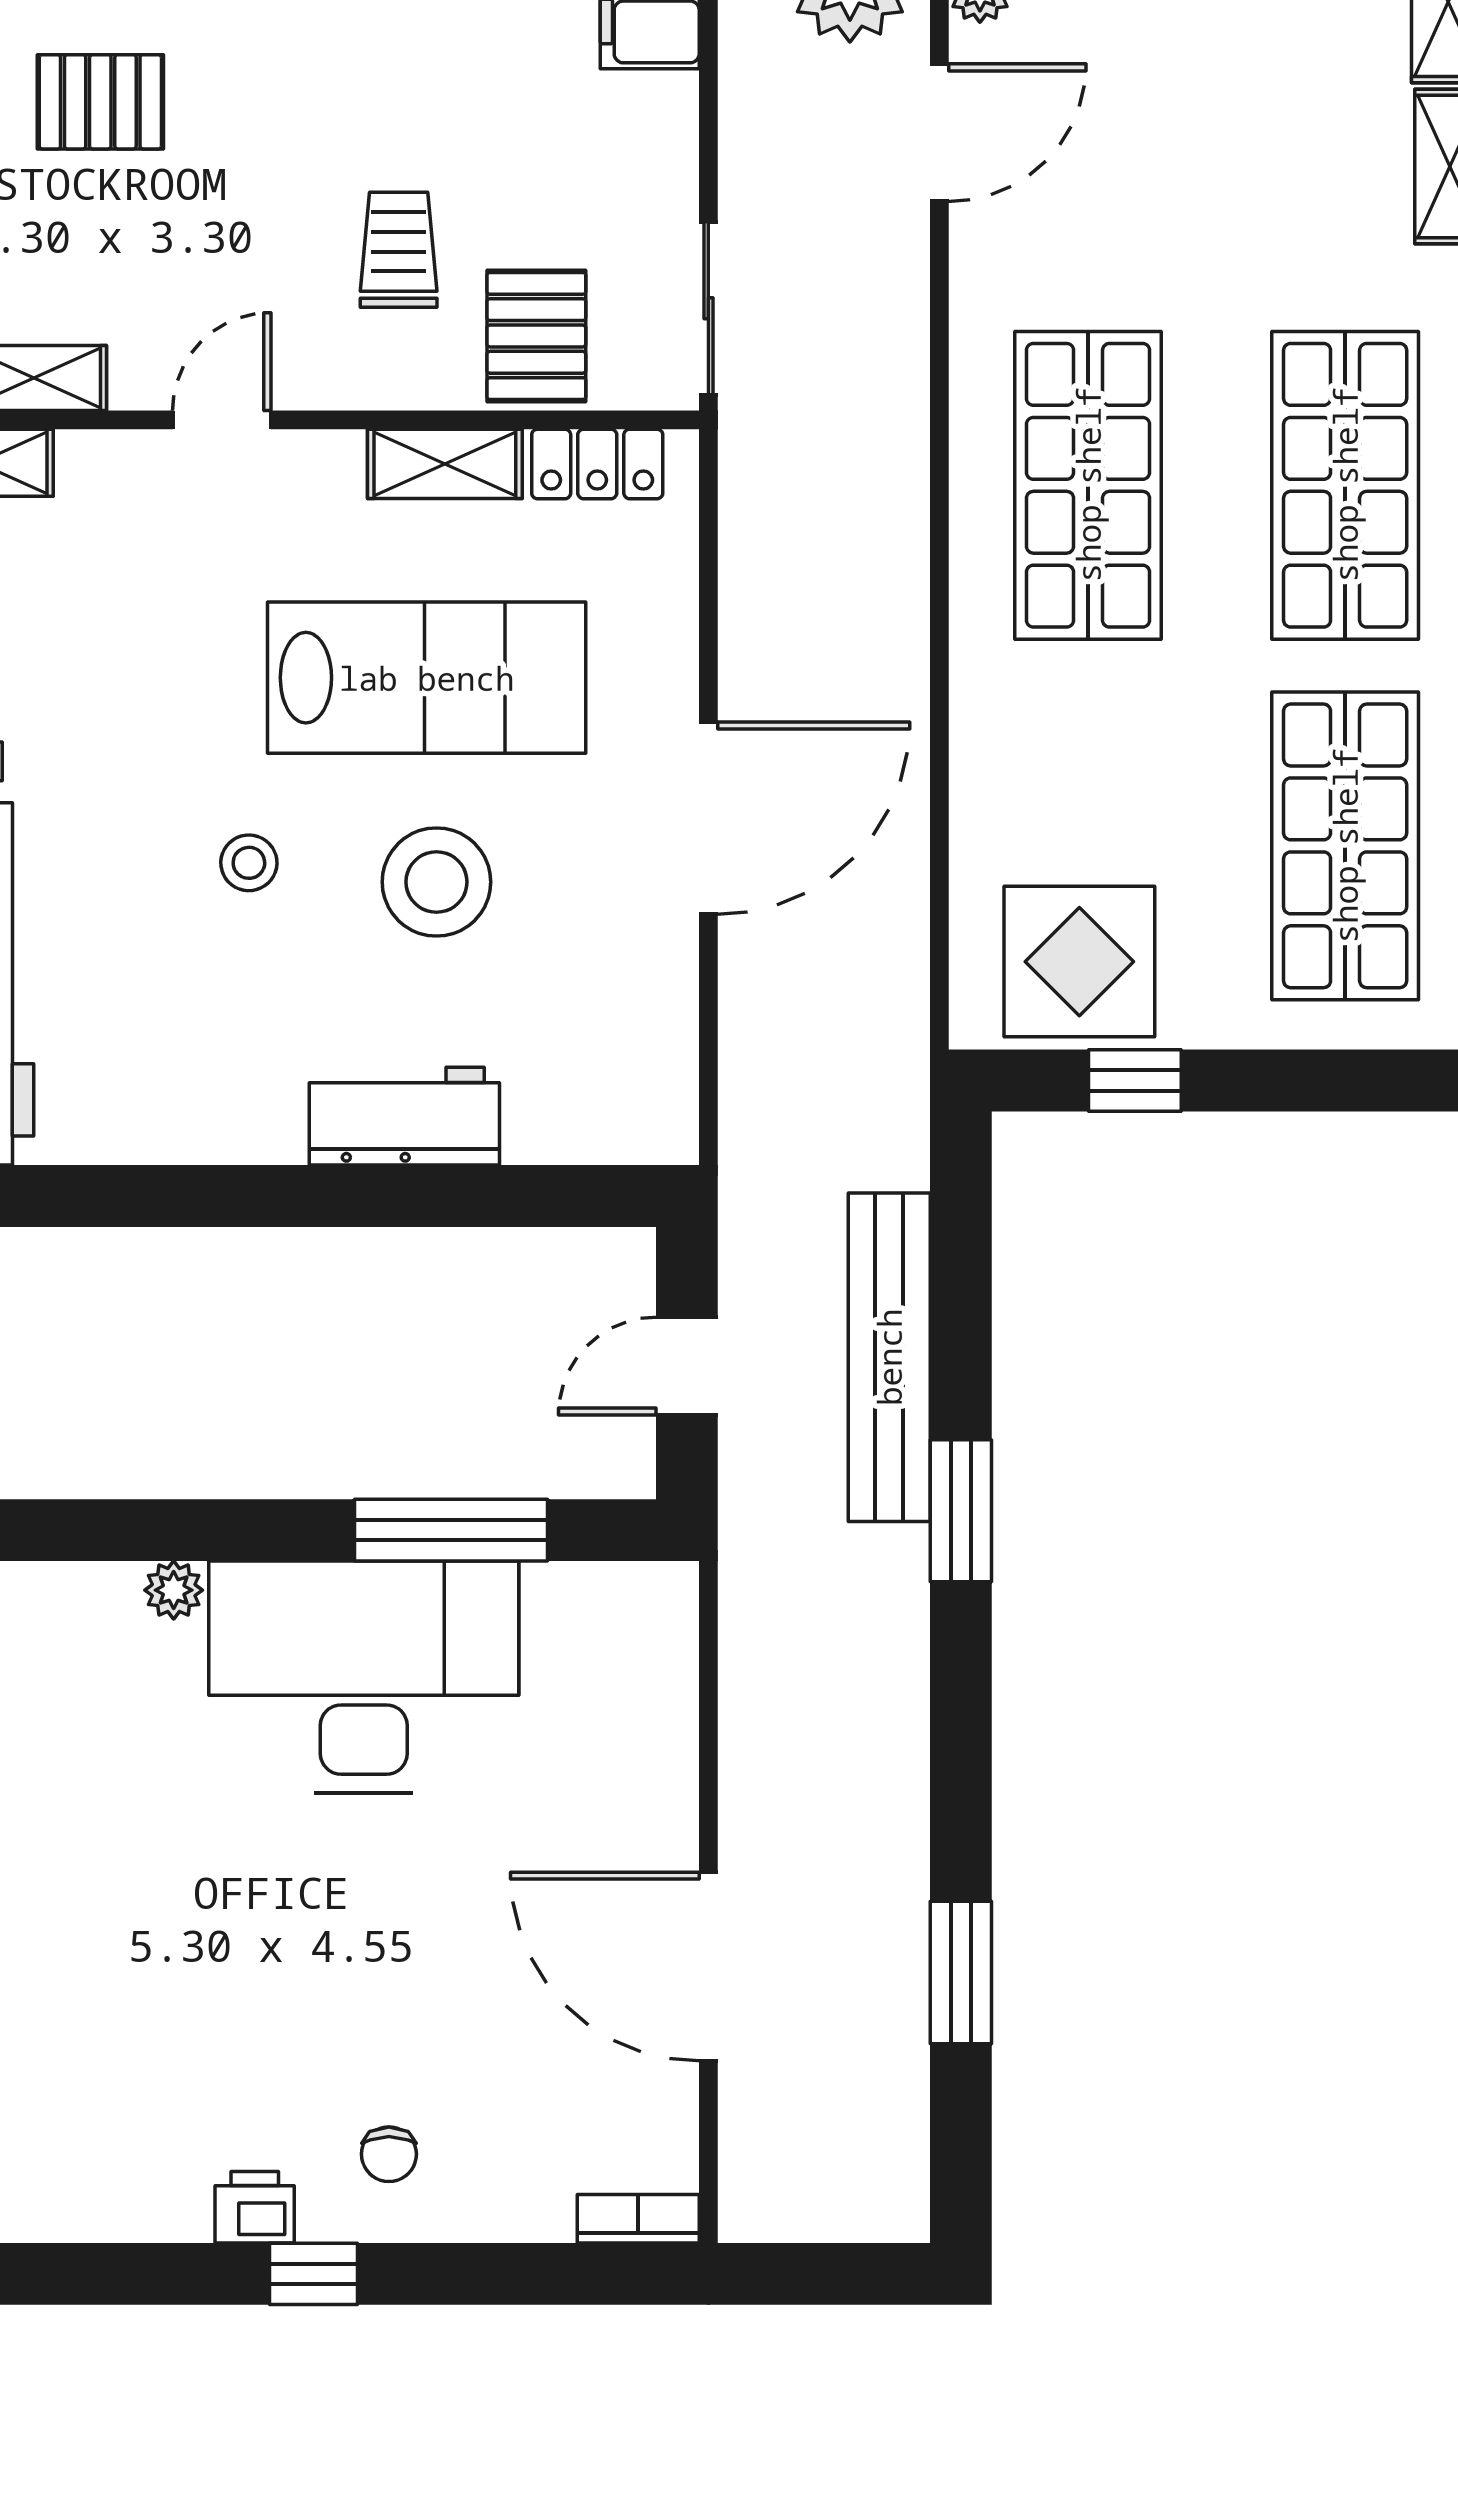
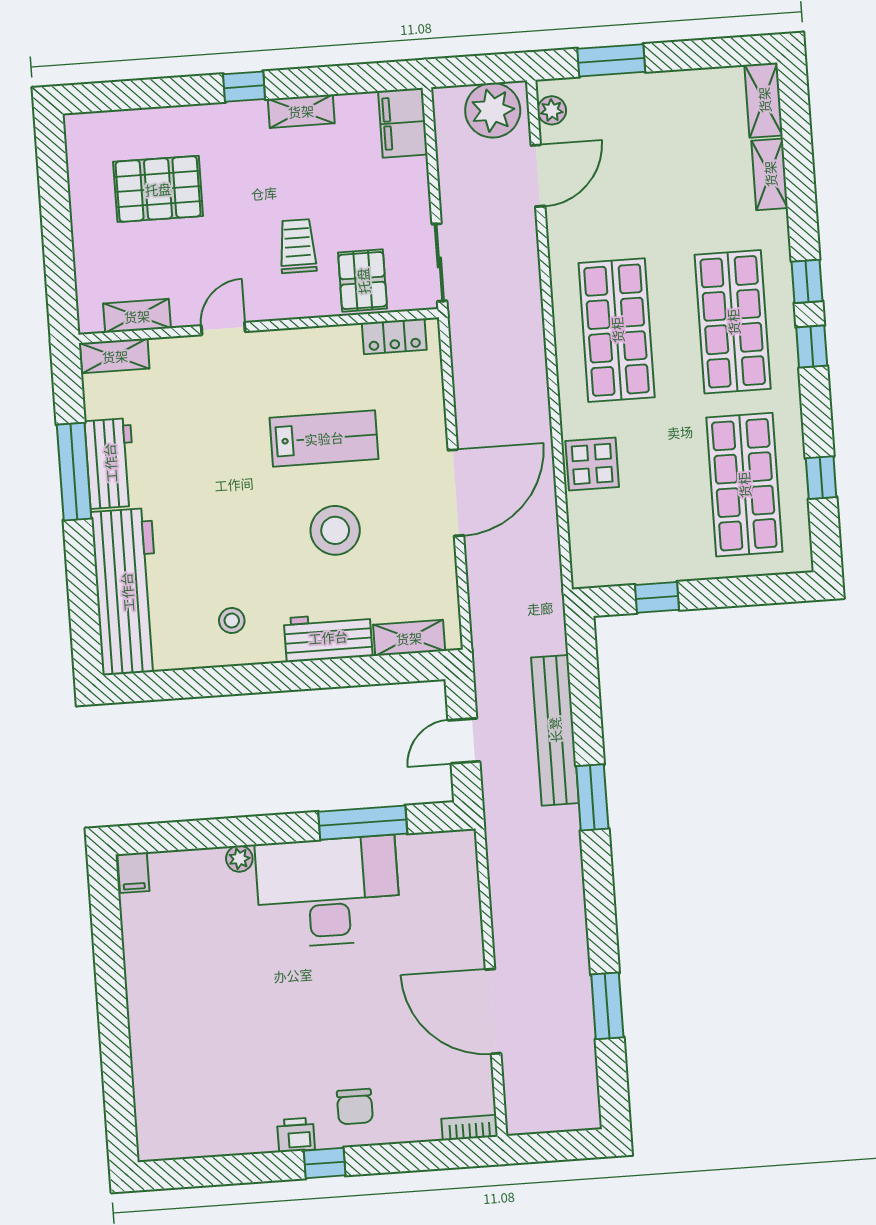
pallet: (100, 102) -> (158, 189), width x1.50, depth x1.42
shelving: (445, 464) -> (409, 638), moved
lab bench: (427, 678) -> (324, 438), width x0.73, depth x0.72
stool: (249, 863) -> (232, 620), moved
display table: (1079, 962) -> (592, 464), moved, width x0.73, depth x0.73
chair: (389, 2154) -> (355, 1107), width x1.37, depth x1.37

